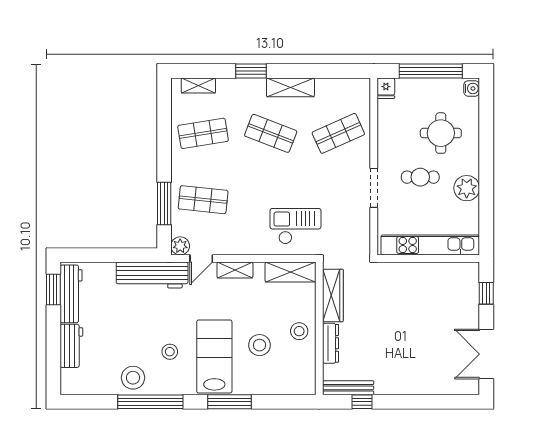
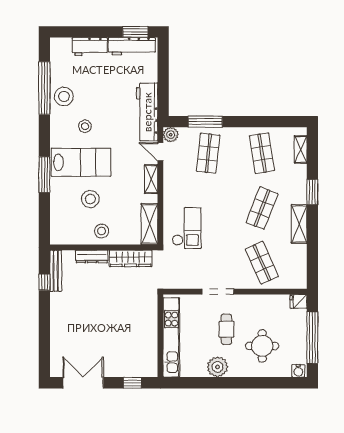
window: (150, 402) -> (44, 88), moved

